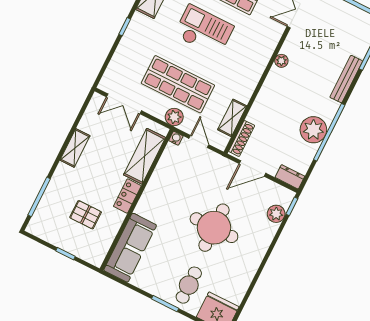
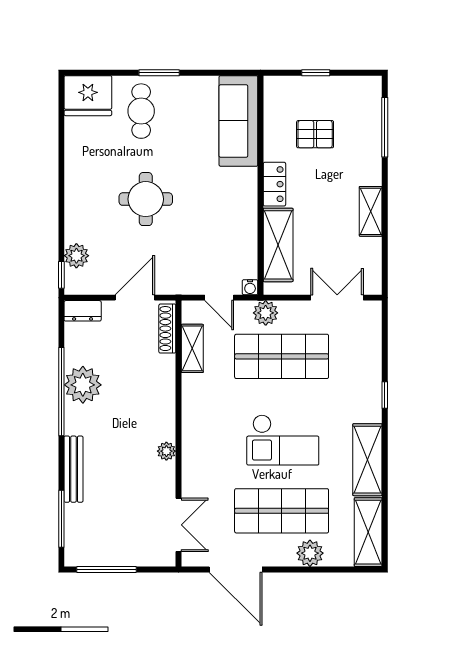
round table: (214, 228) -> (146, 199), width x0.73, depth x0.73

